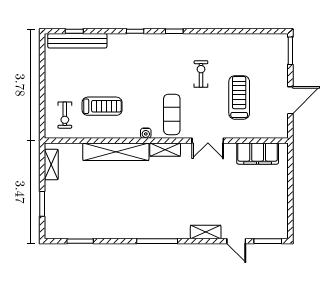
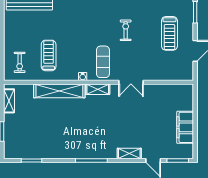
treadmill: (239, 97) -> (169, 33), moved, turned 180
treadmill: (102, 106) -> (49, 55), turned -90
filing cabinet: (258, 154) -> (185, 127), moved, turned 90

